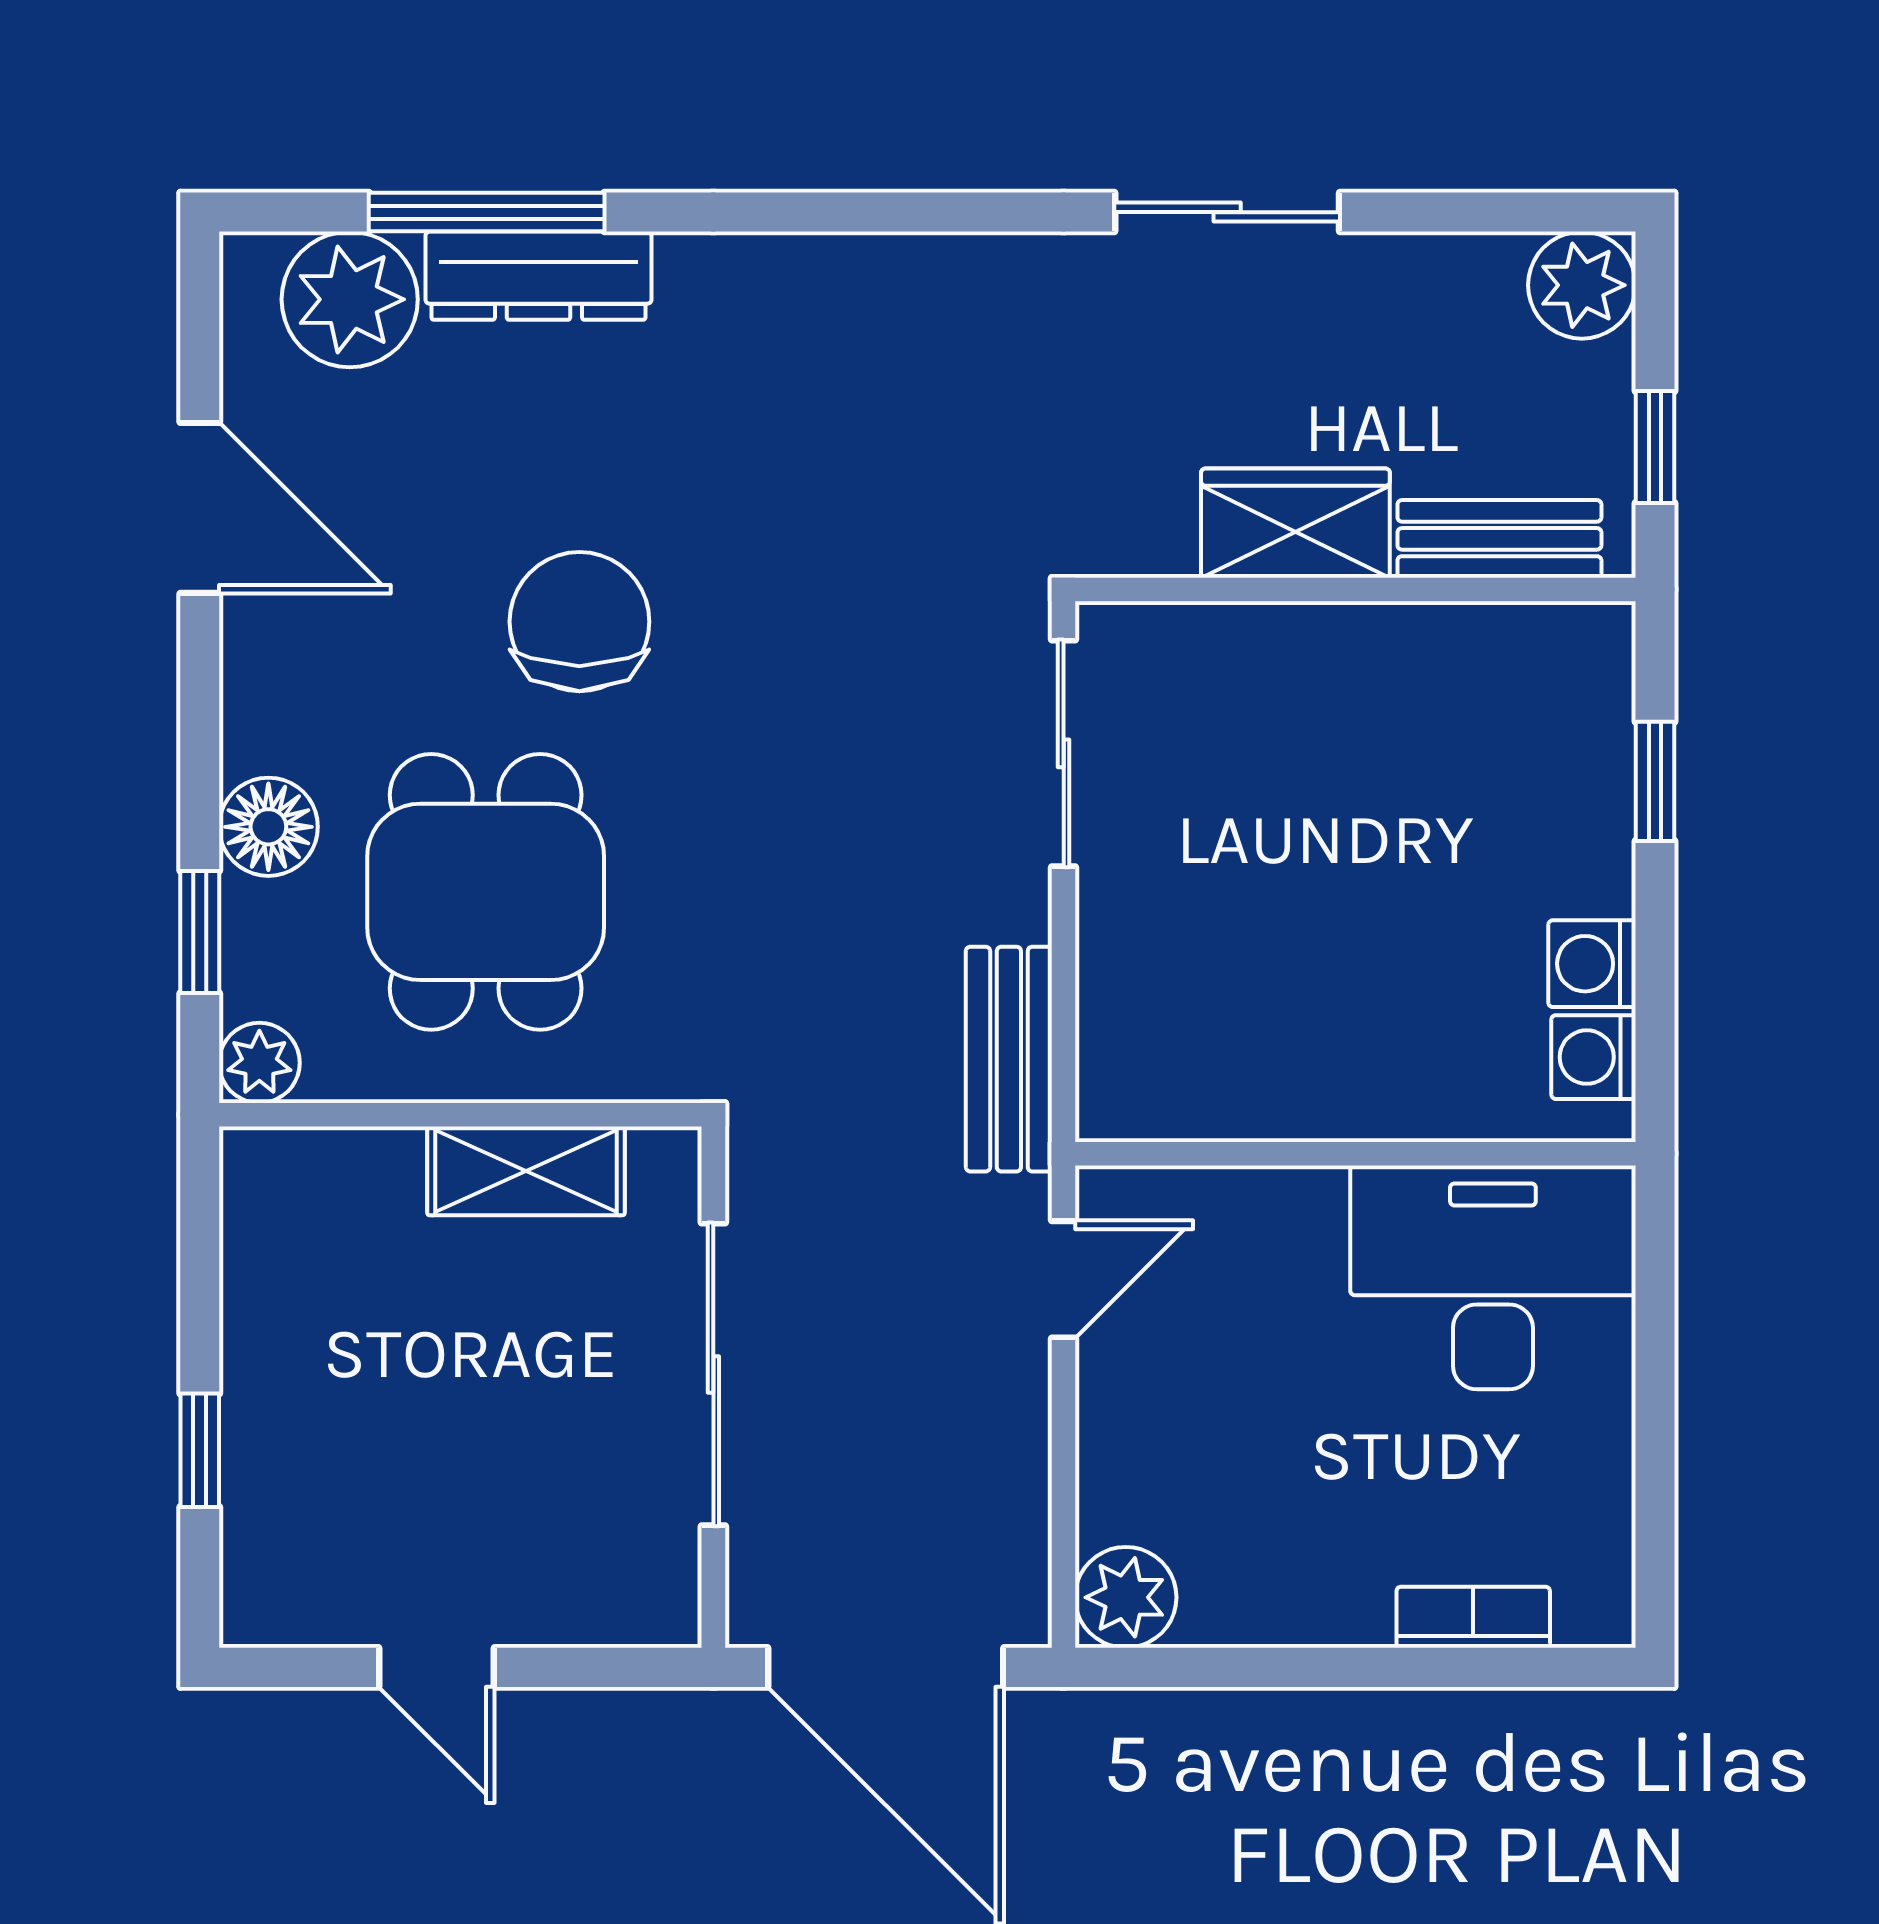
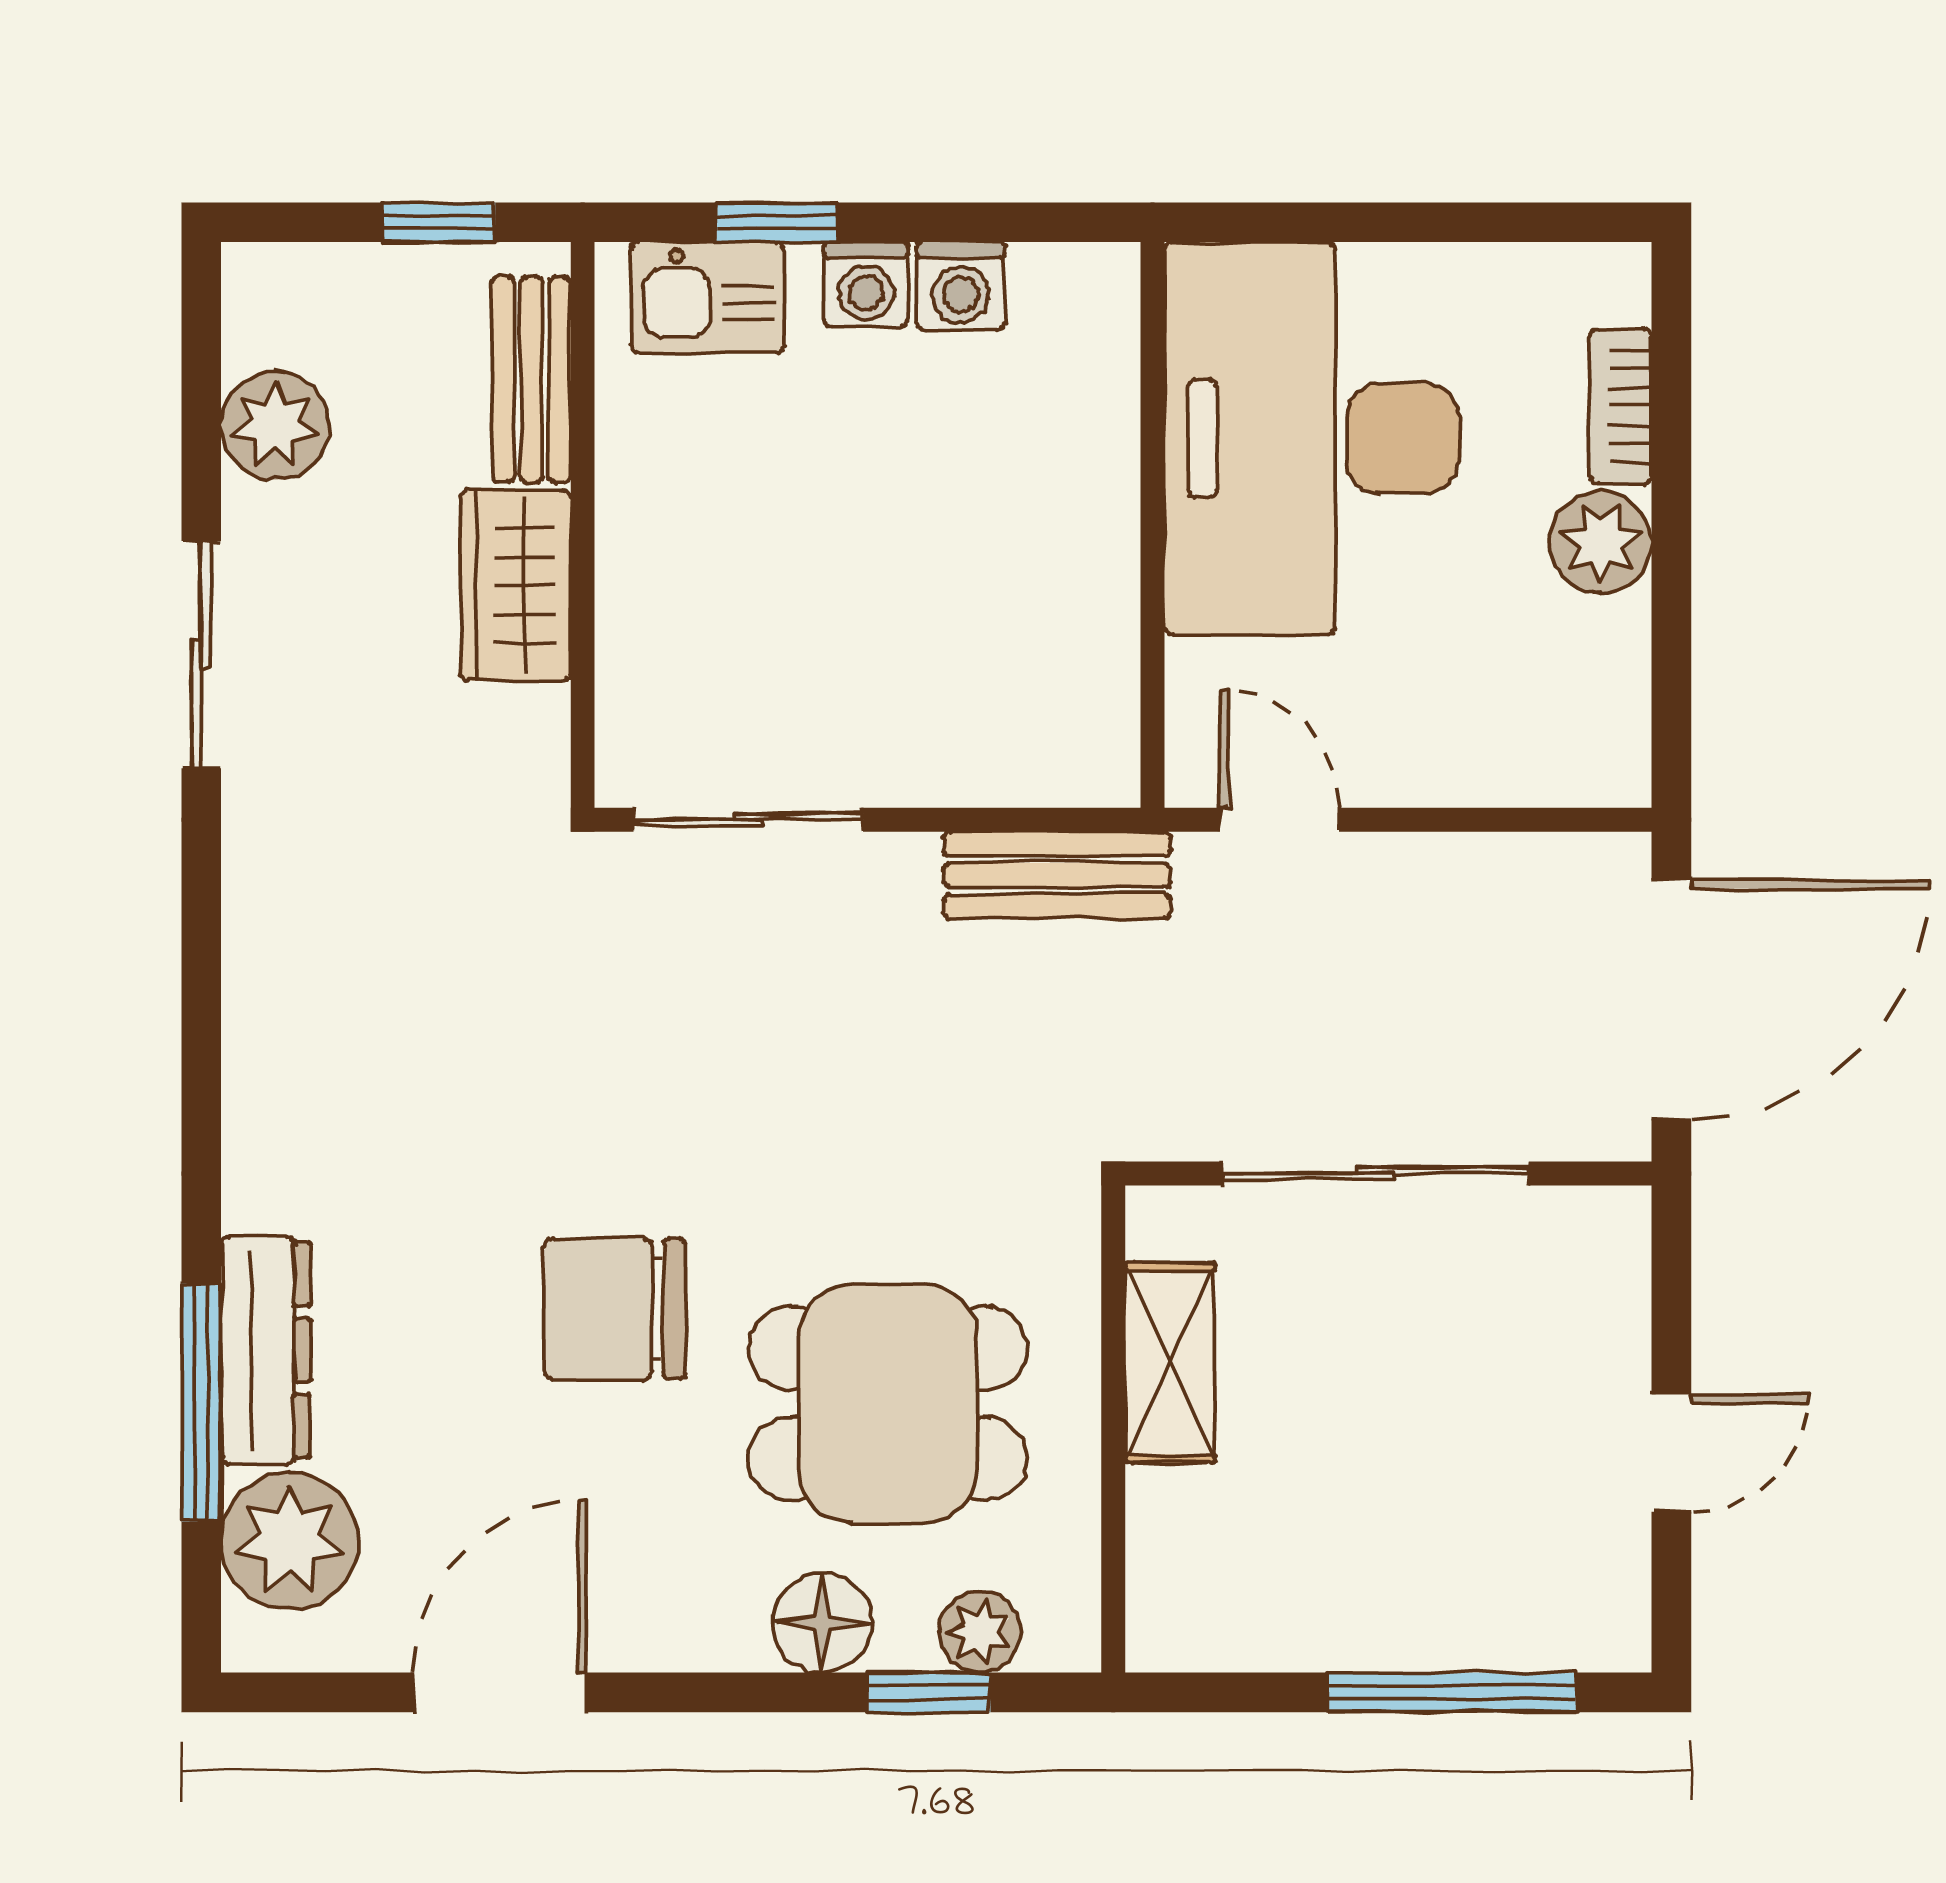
plant: (1582, 285) -> (275, 426), moved
kitchen sink: (1581, 713) -> (707, 297), added
washing machine: (1593, 1057) -> (866, 284), moved
plant: (259, 1063) -> (980, 1632), moved
desk: (1493, 1277) -> (1311, 438), width x1.36, depth x1.30
window: (200, 1450) -> (1452, 1692), width x2.17
plant: (1126, 1597) -> (1601, 542), moved

